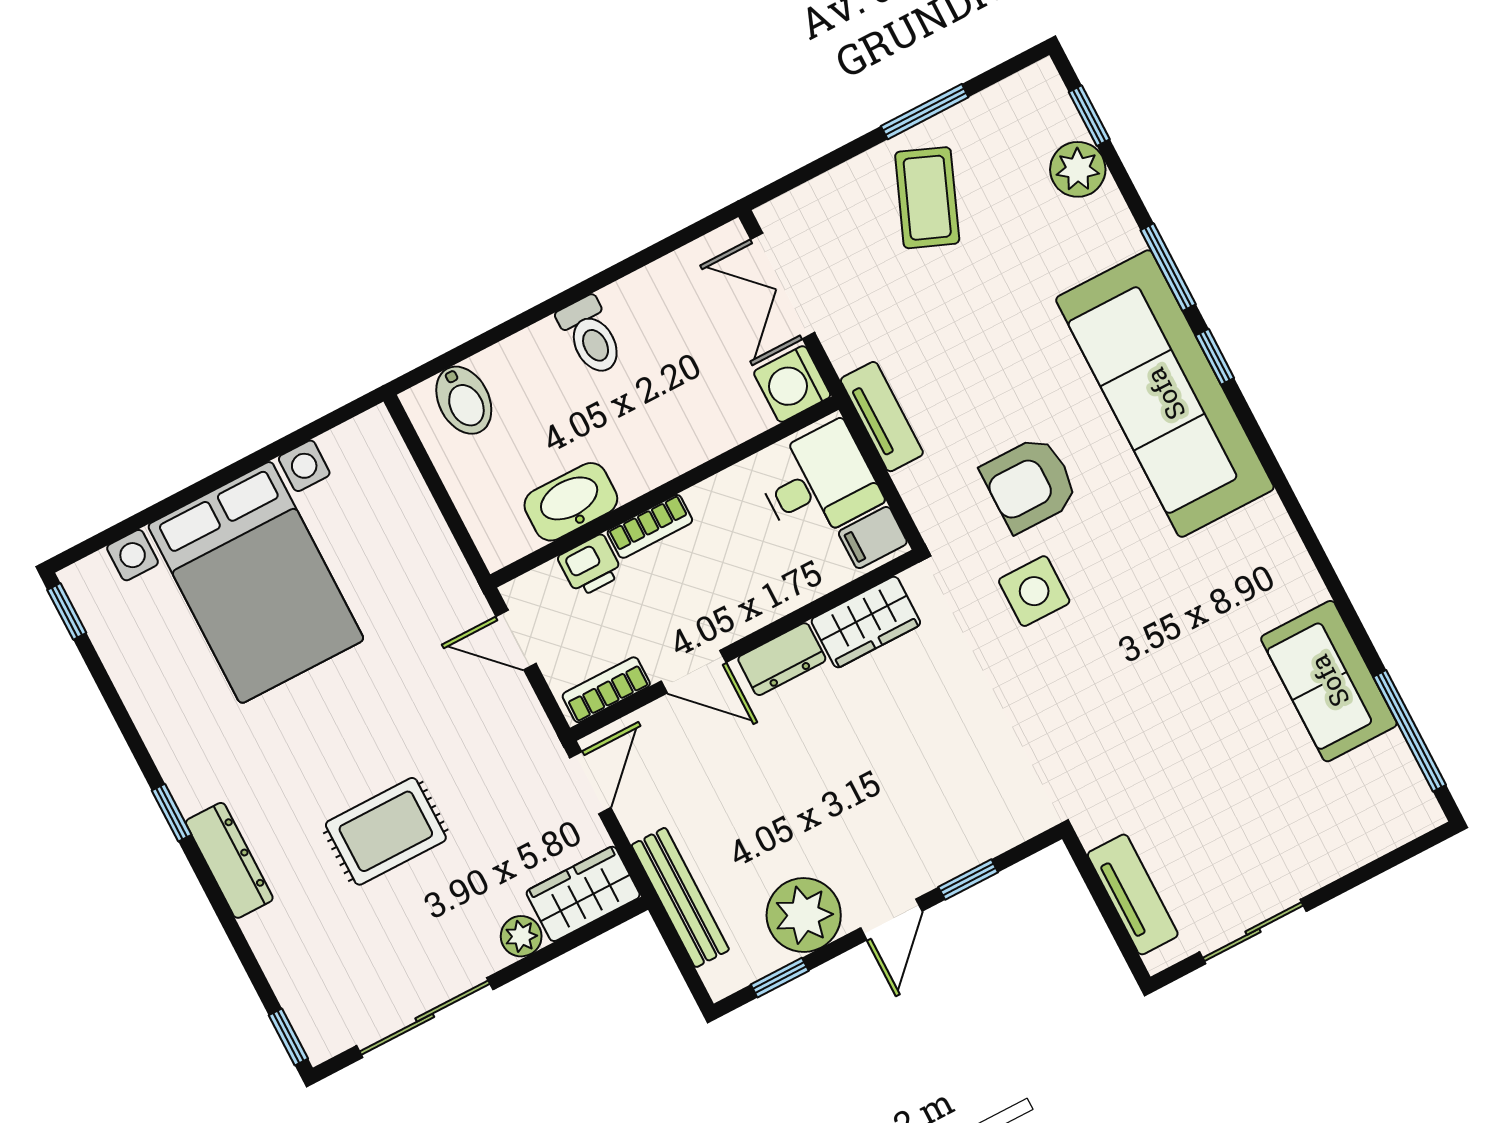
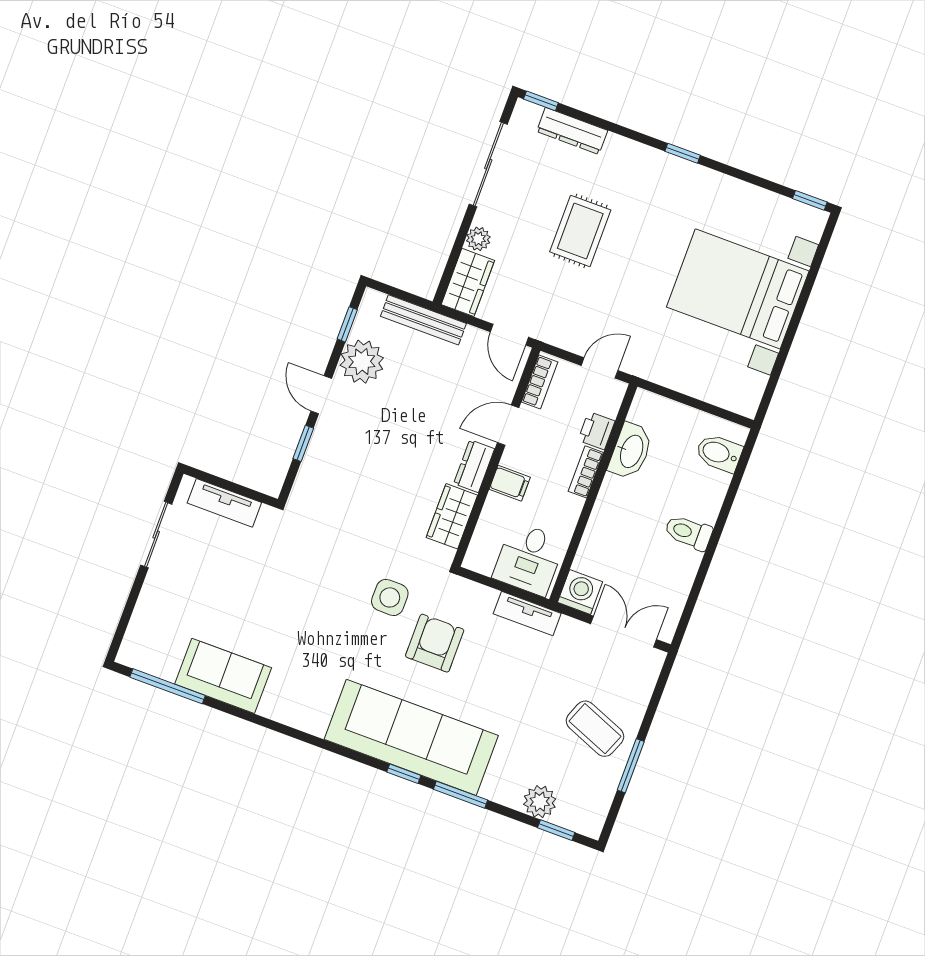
filing cabinet: (873, 538) -> (510, 483), moved, turned 90
dresser: (229, 860) -> (572, 131), moved

